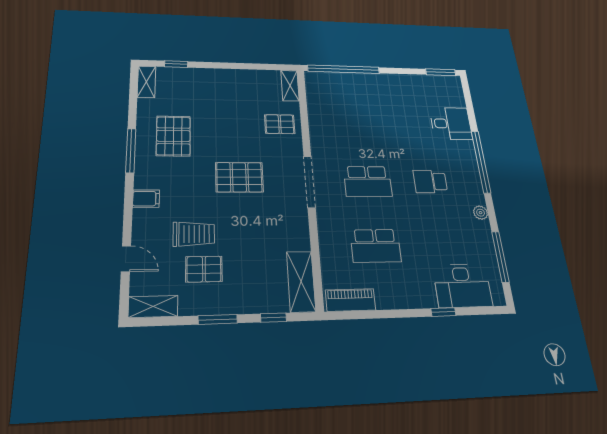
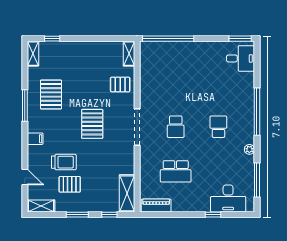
desk: (451, 124) -> (241, 58), moved
pallet: (239, 177) -> (92, 124), turned 90
school desk: (368, 181) -> (176, 127), width x0.54
school desk: (430, 181) -> (218, 127), turned 90

